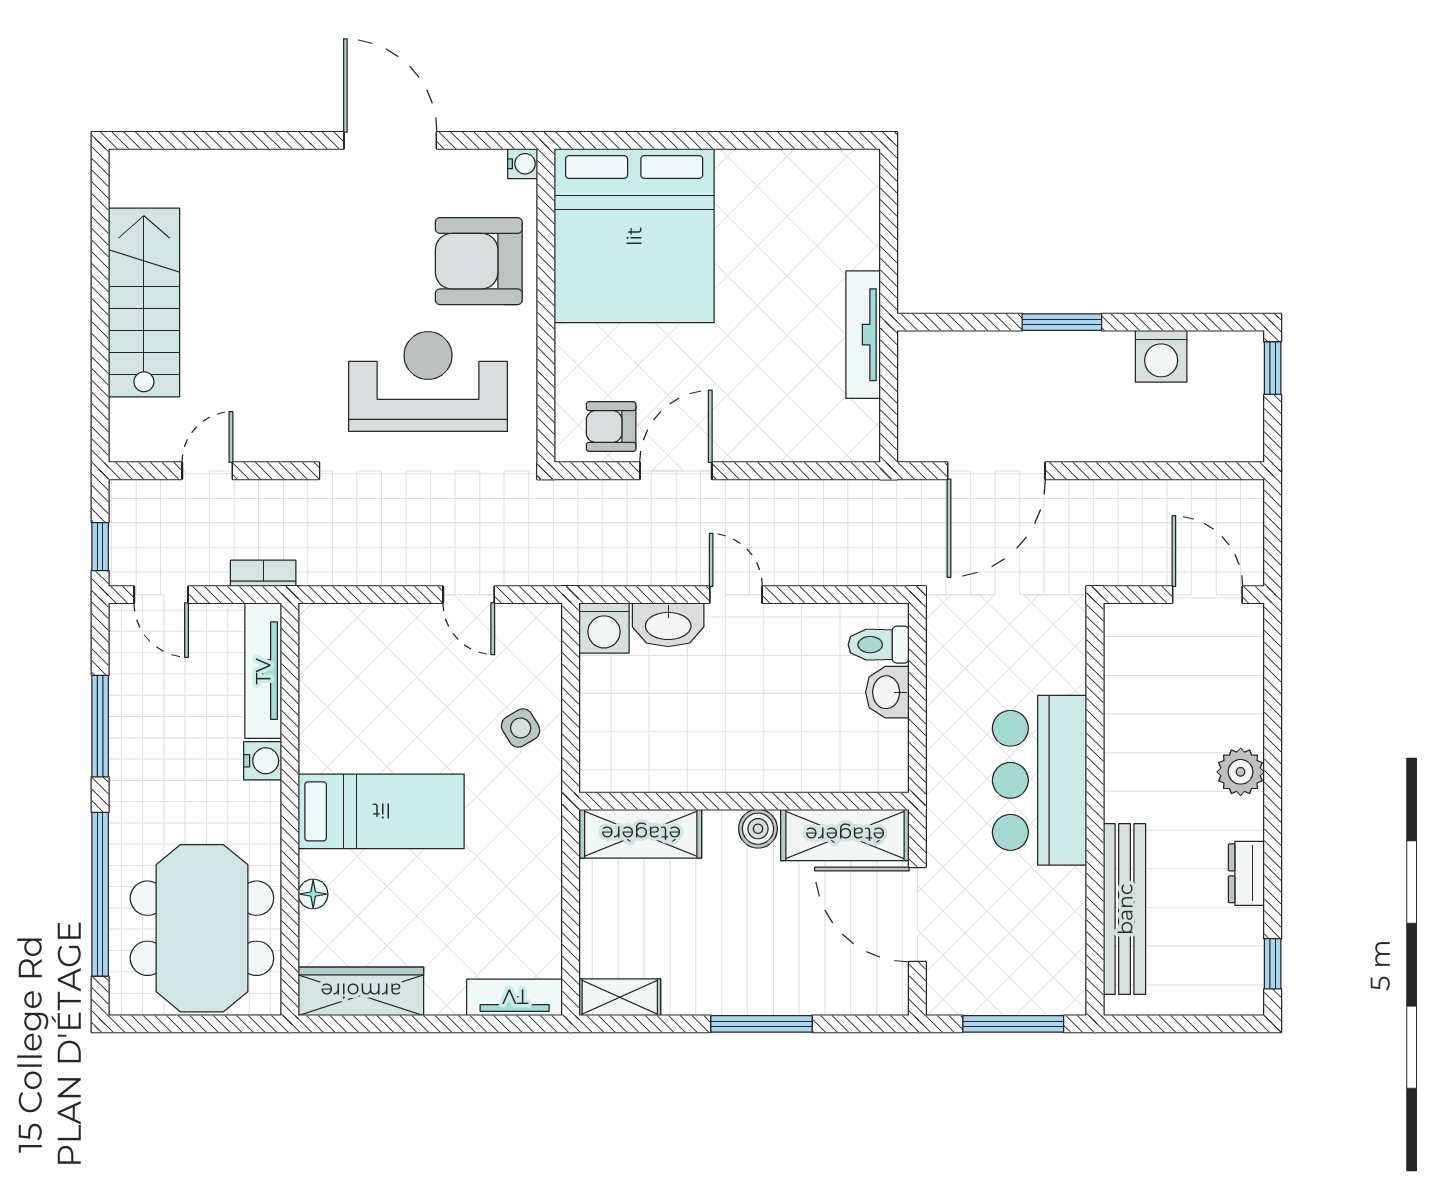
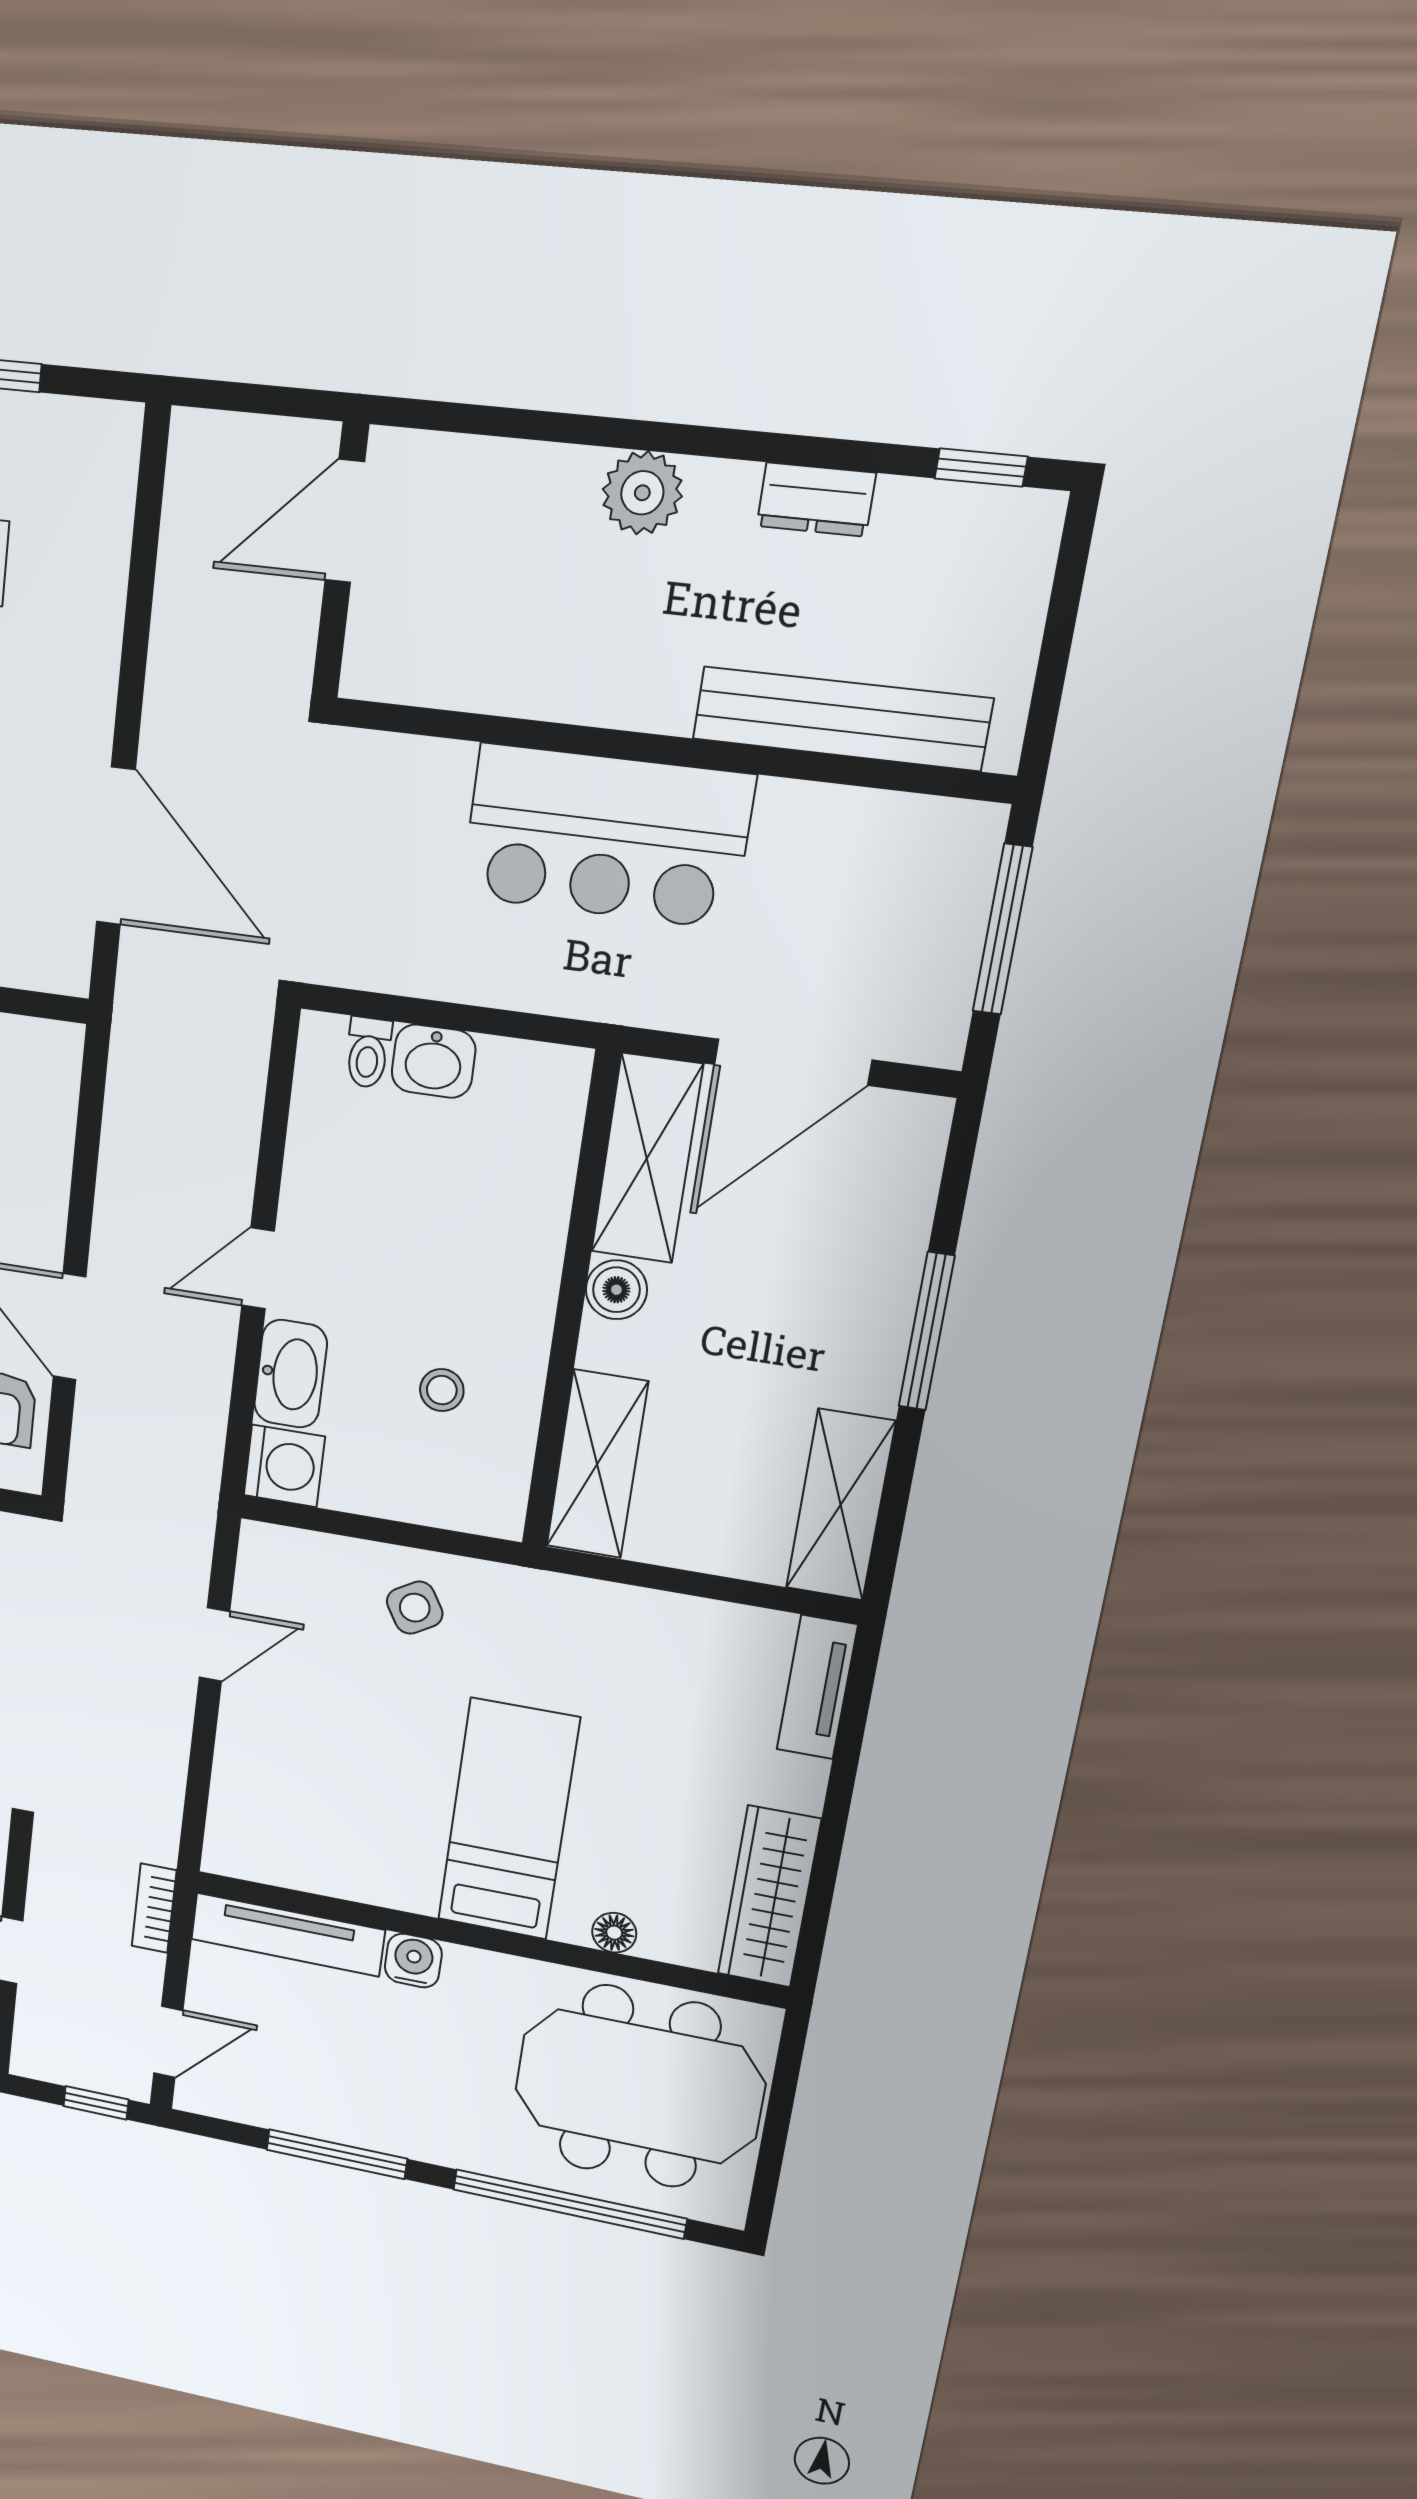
toilet: (879, 645) -> (368, 1053), width x0.73, depth x0.72
stool: (674, 726) -> (442, 1390), added
shelving: (620, 997) -> (841, 1505), width x1.50, depth x1.33

